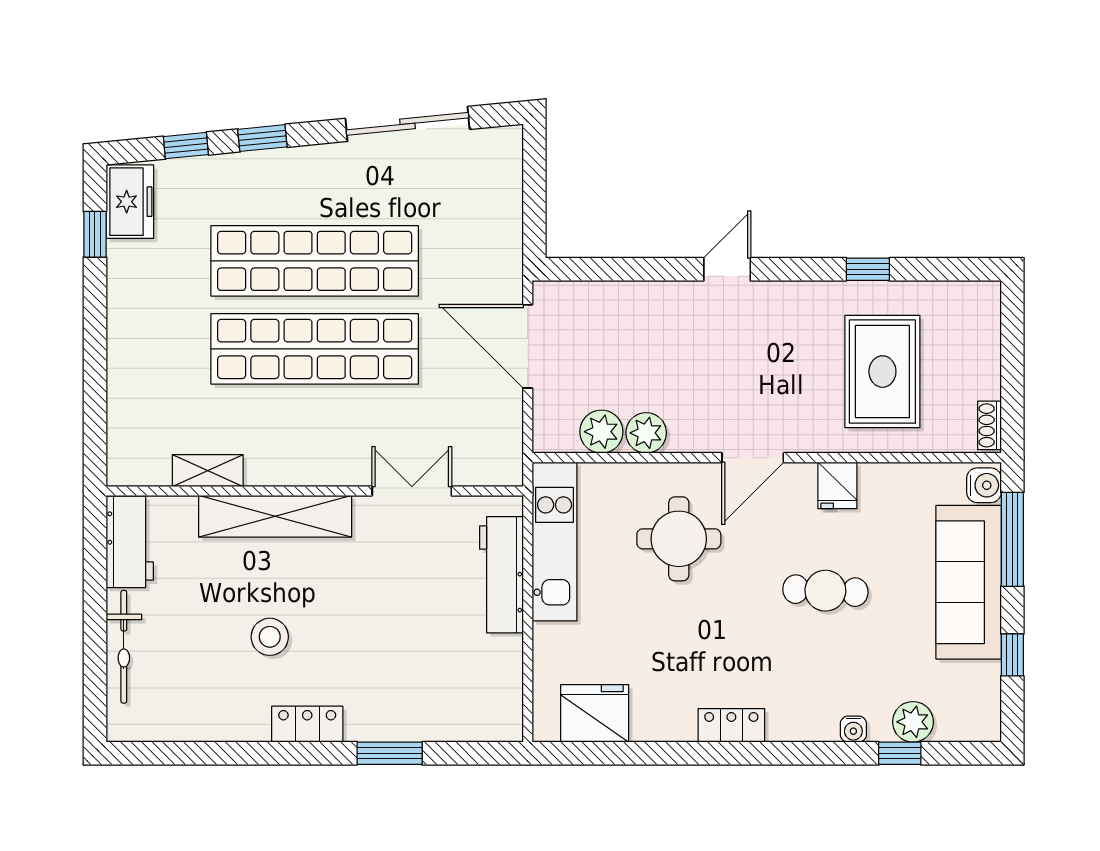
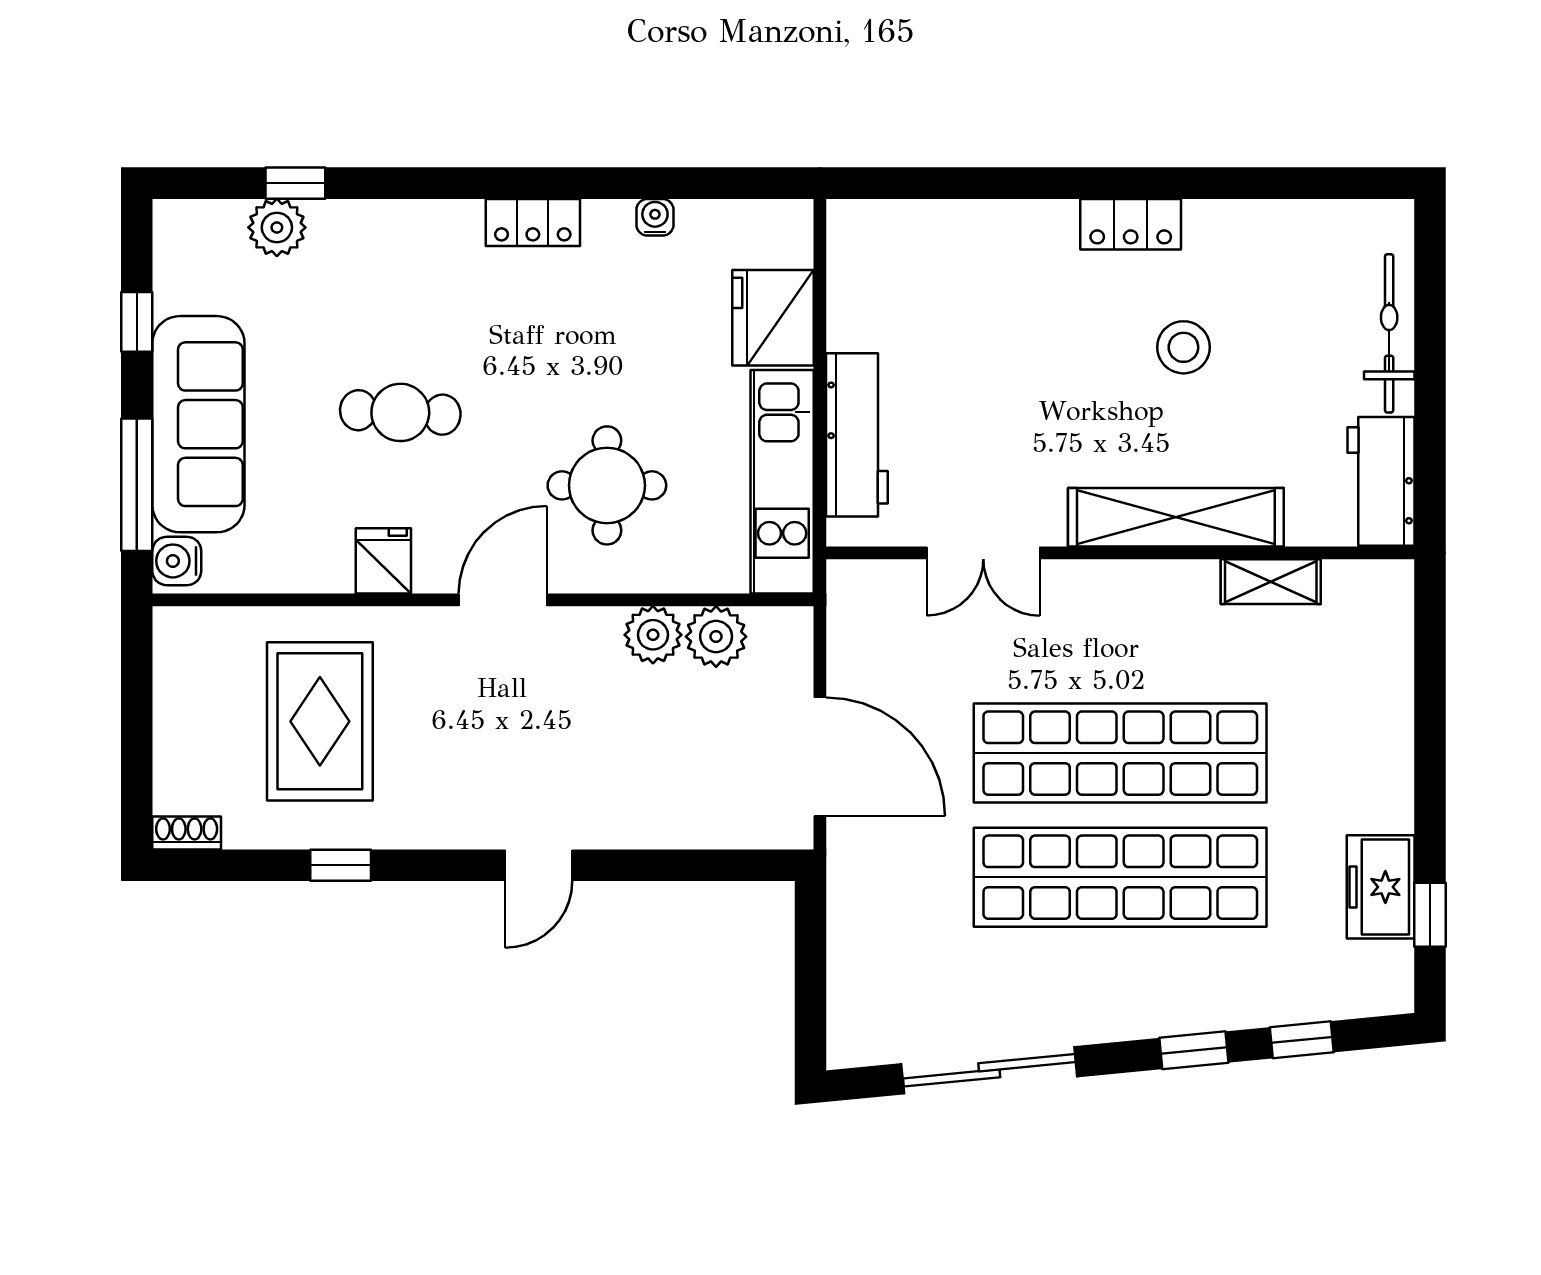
freezer: (130, 202) -> (1381, 887), moved
shoe rack: (989, 425) -> (187, 833), moved, turned -90
fridge: (595, 713) -> (773, 318), moved, turned 90
water cooler: (853, 729) -> (655, 217), moved
window: (390, 753) -> (1015, 183), removed

